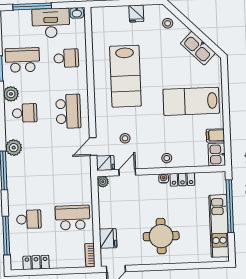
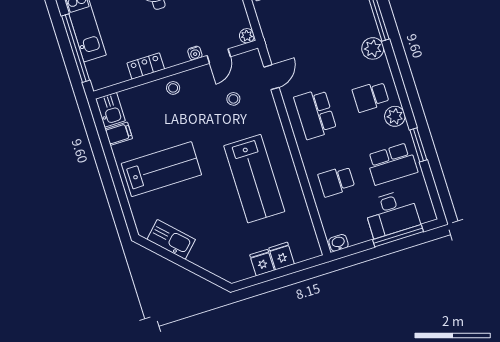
desk: (51, 23) -> (392, 213), moved
stool: (168, 23) -> (219, 261), removed
lab bench: (125, 76) -> (254, 179), turned 180
fridge: (105, 163) -> (282, 256), moved, turned 90
water cooler: (164, 178) -> (195, 53), moved

